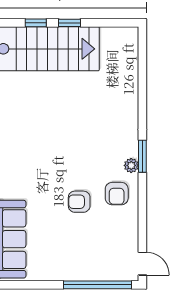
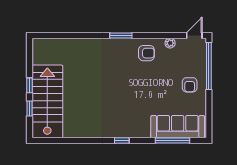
plant: (131, 165) -> (170, 43), moved
armchair: (79, 202) -> (190, 85), moved

